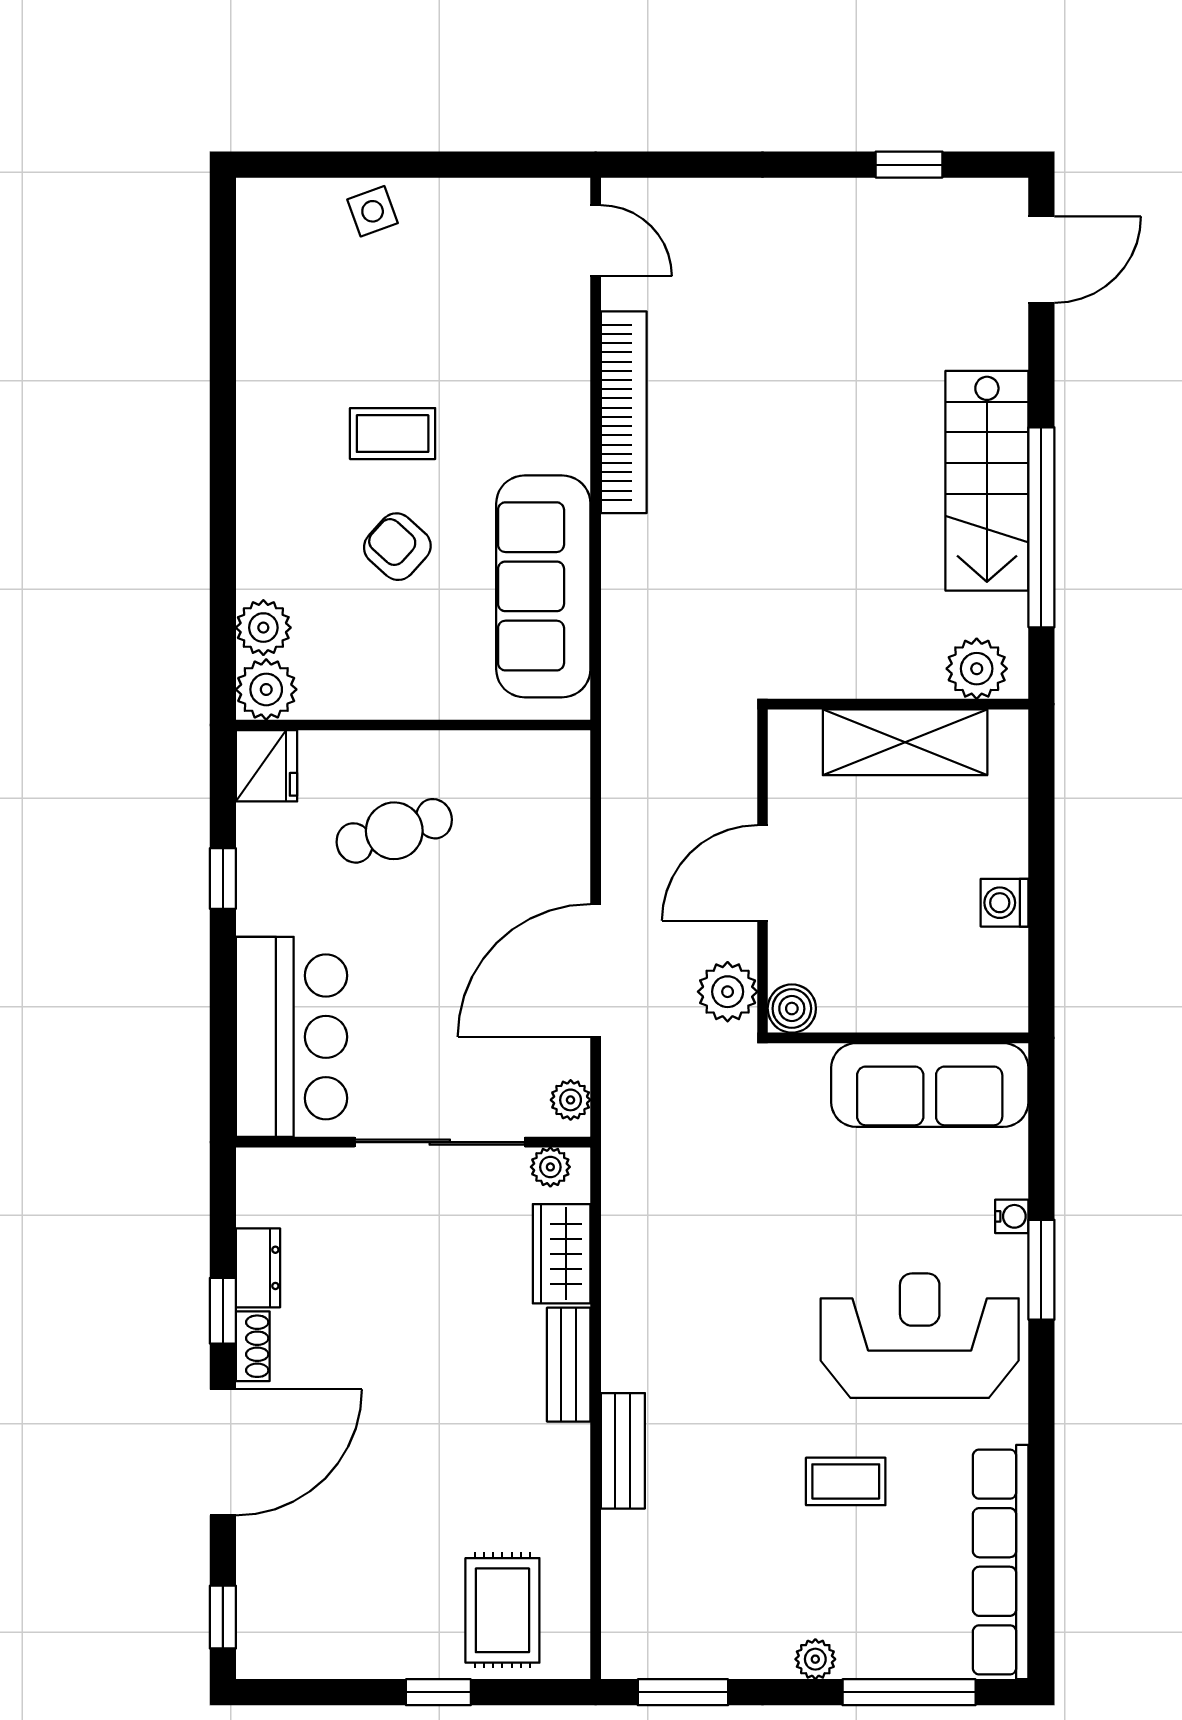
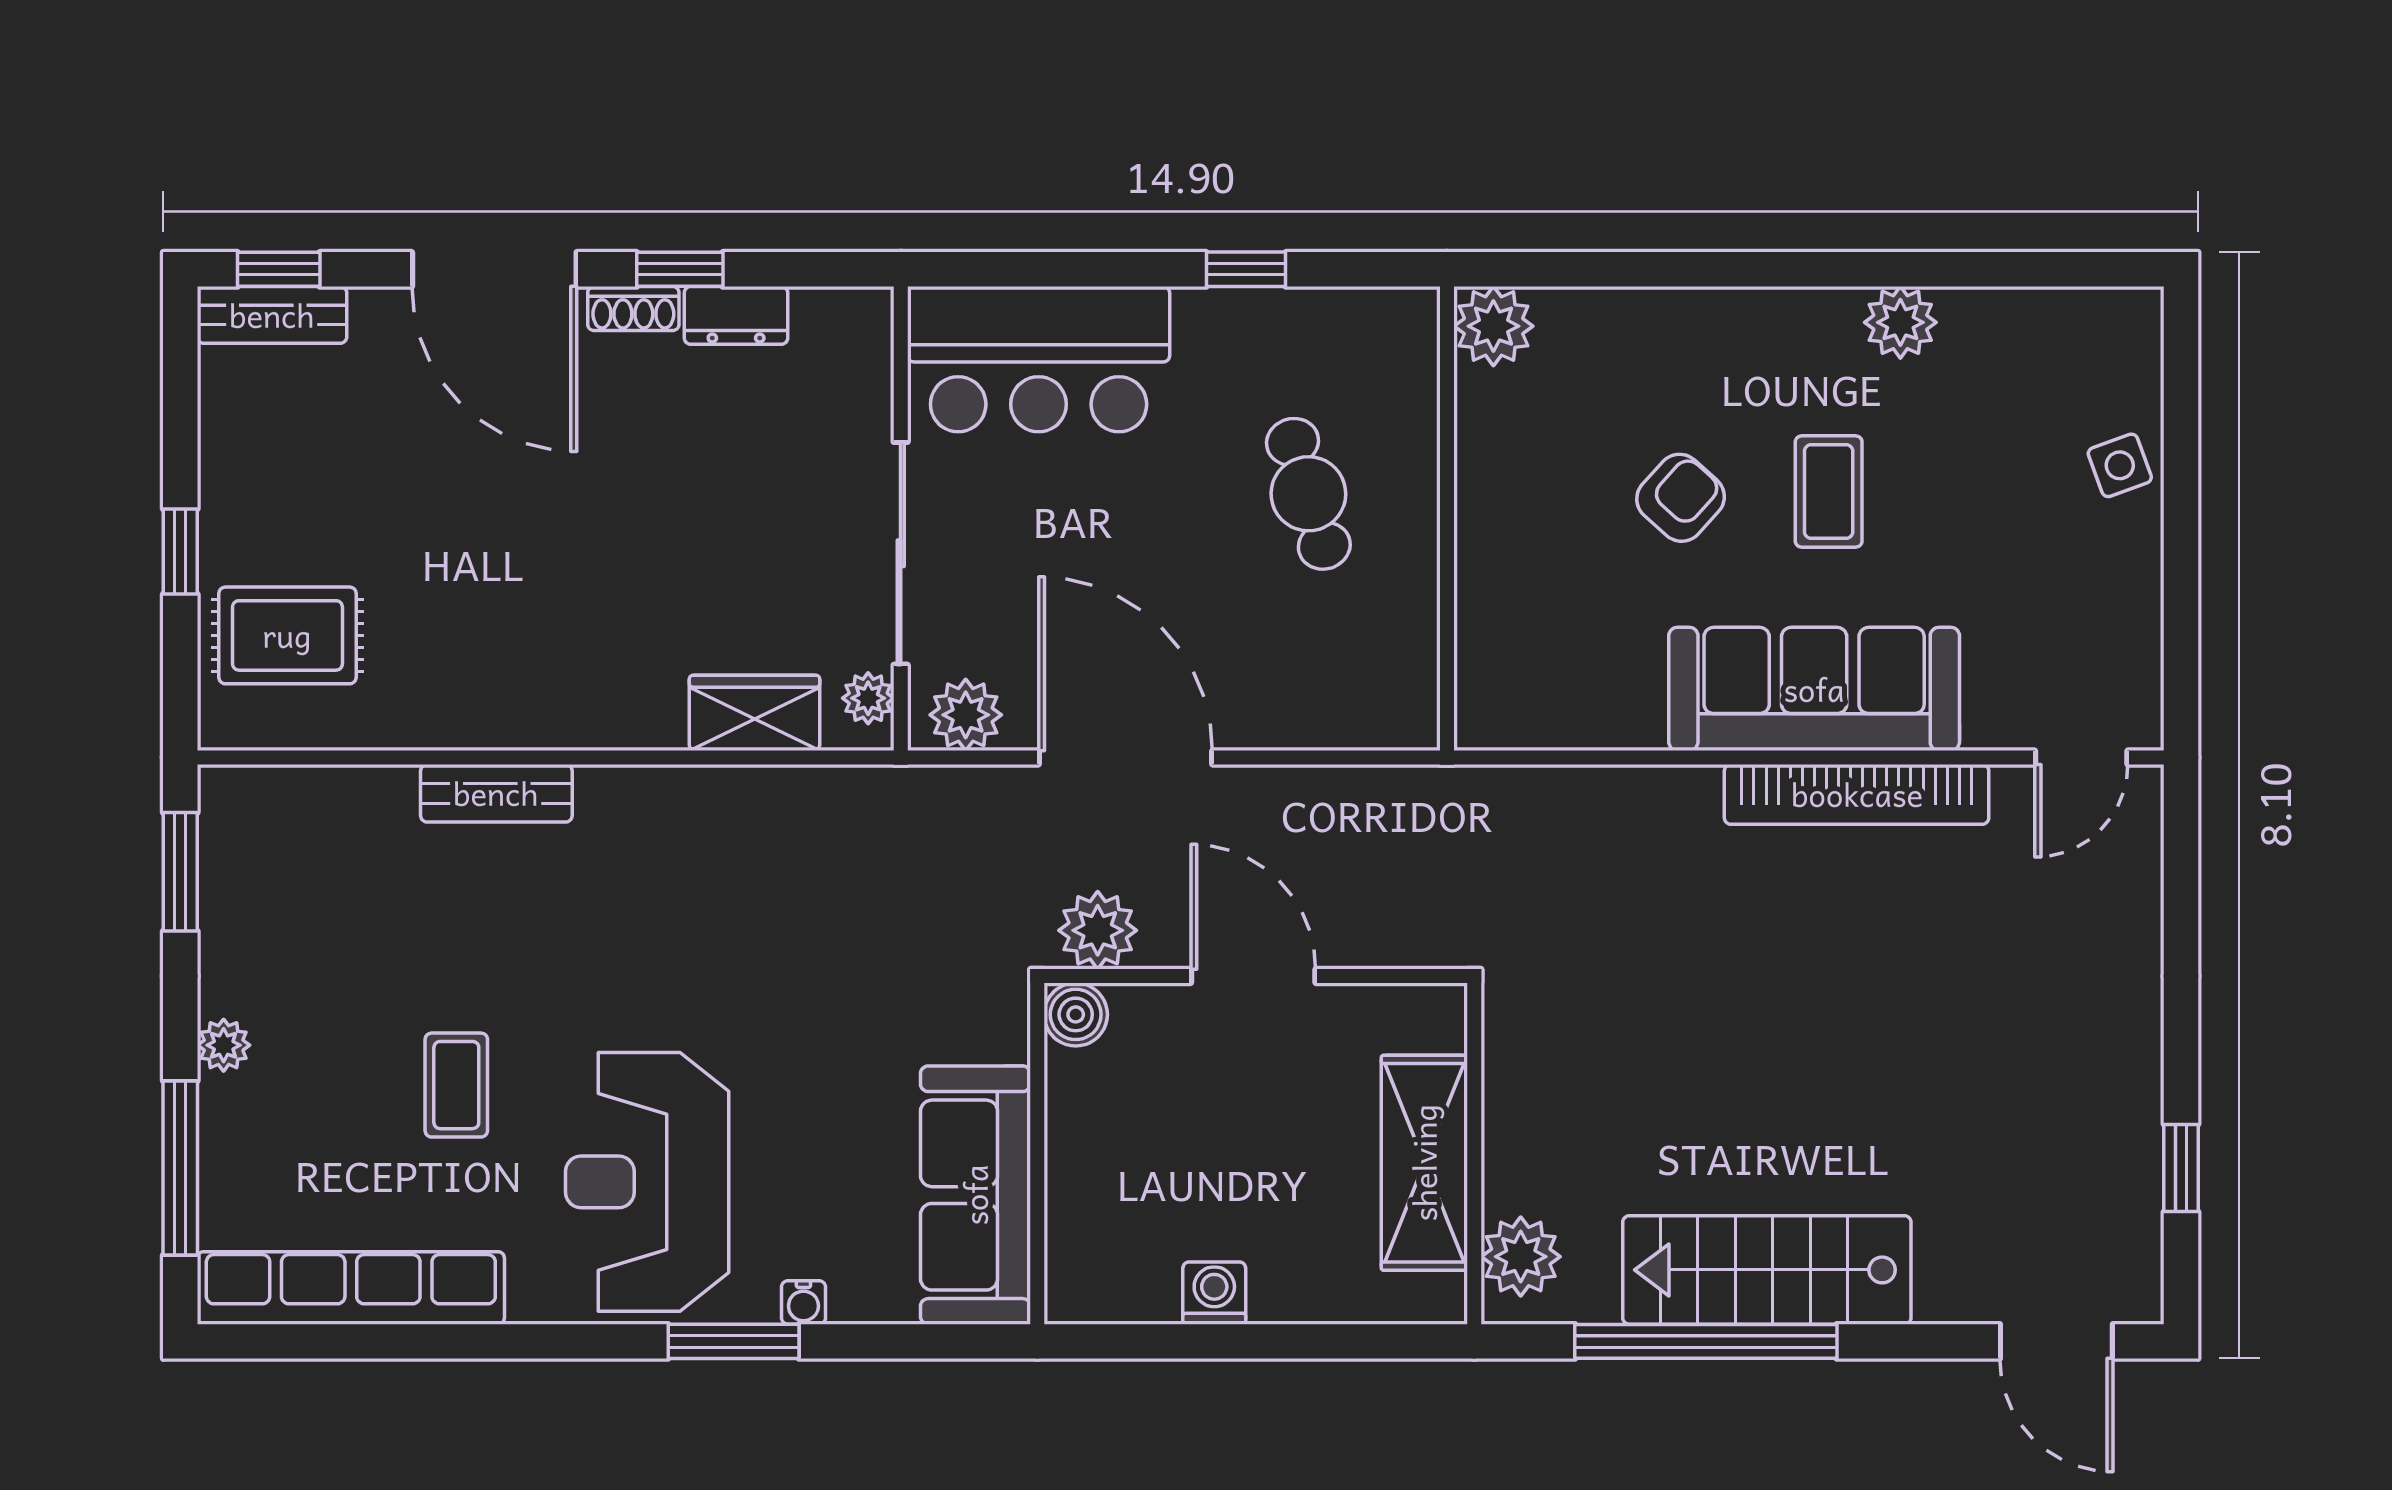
sofa: (543, 586) -> (1814, 689), moved
plant: (263, 628) -> (1900, 322), moved
fridge: (267, 766) -> (1394, 327), removed
plant: (571, 1100) -> (966, 715), width x1.38, depth x1.38
reception desk: (920, 1336) -> (647, 1182), turned 180
bench: (569, 1365) -> (272, 315), moved

